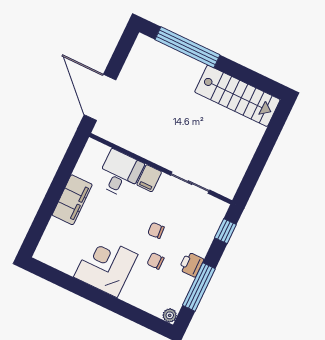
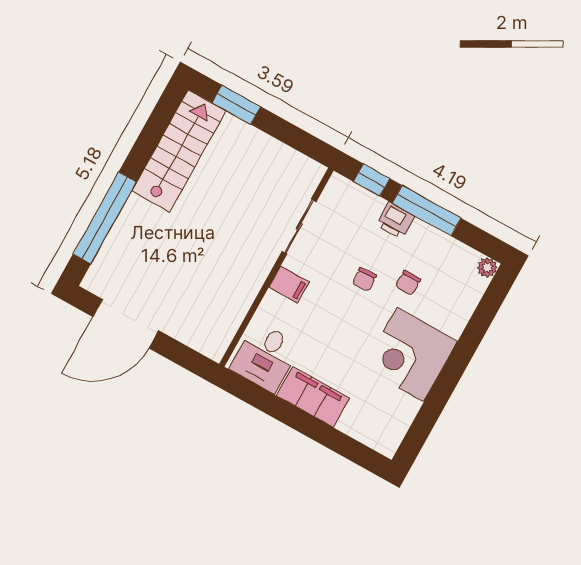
door: (100, 97) -> (126, 324), moved
window: (272, 134) -> (236, 105), added
desk: (120, 174) -> (265, 357), moved, turned -90
printer: (191, 264) -> (396, 220), moved
window: (199, 287) -> (427, 211), moved

